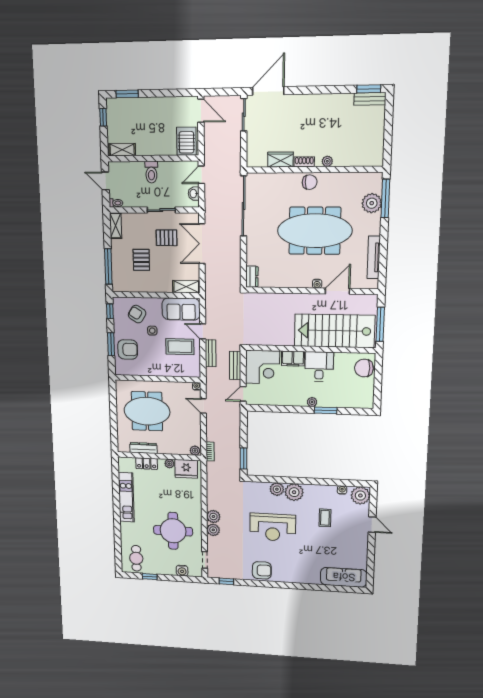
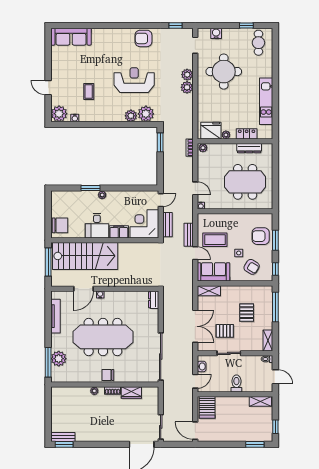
plant: (294, 492) -> (146, 114), moved

